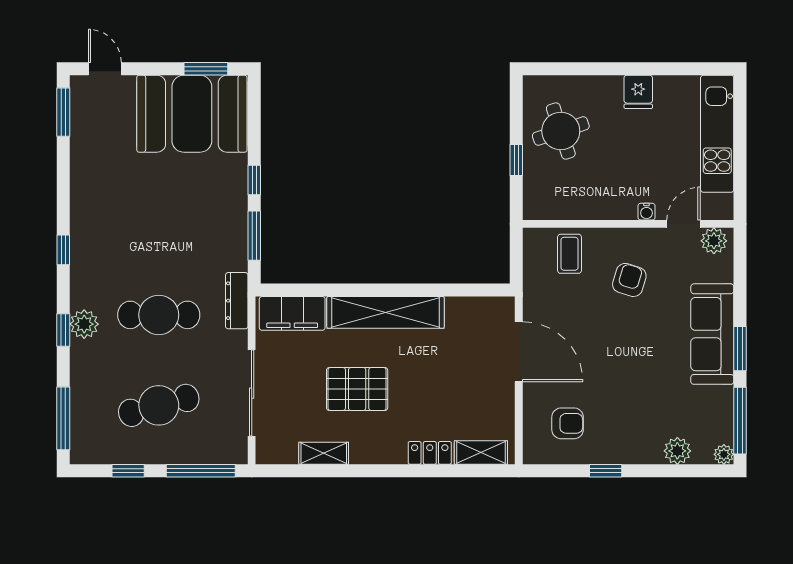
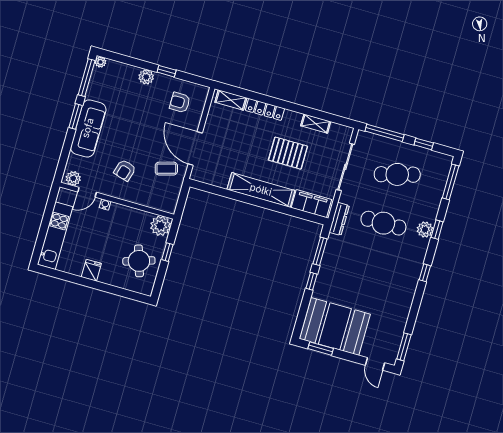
plant: (541, 202) -> (161, 226), added
coffee table: (570, 254) -> (166, 169), moved, turned 74
plant: (677, 451) -> (146, 77), moved
locker: (430, 453) -> (265, 109), width x1.53

